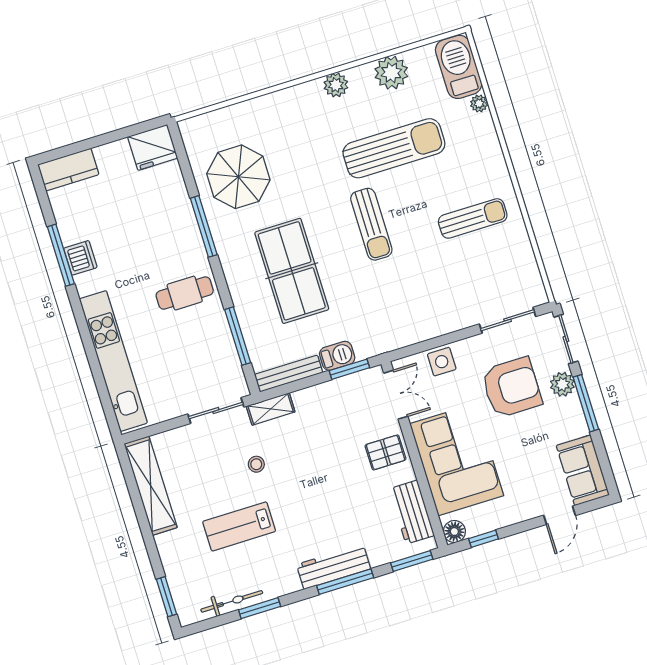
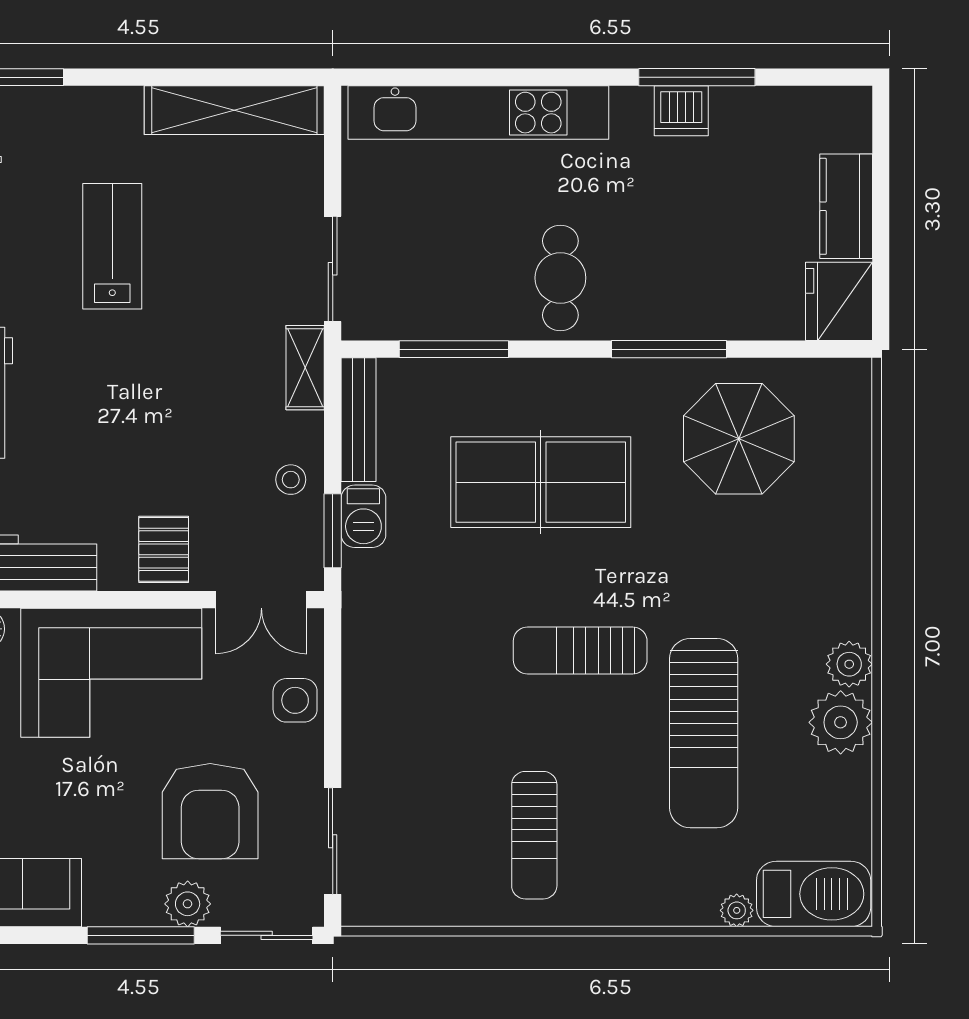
plant: (391, 73) -> (841, 722), moved
kitchen counter: (68, 170) -> (846, 206), moved
stool: (256, 464) -> (291, 480), moved

